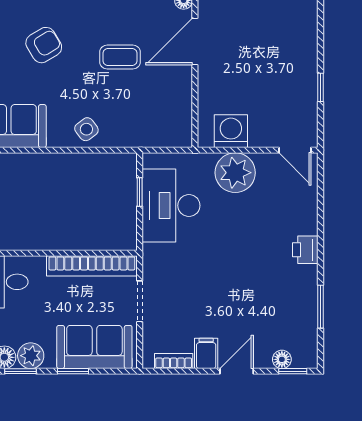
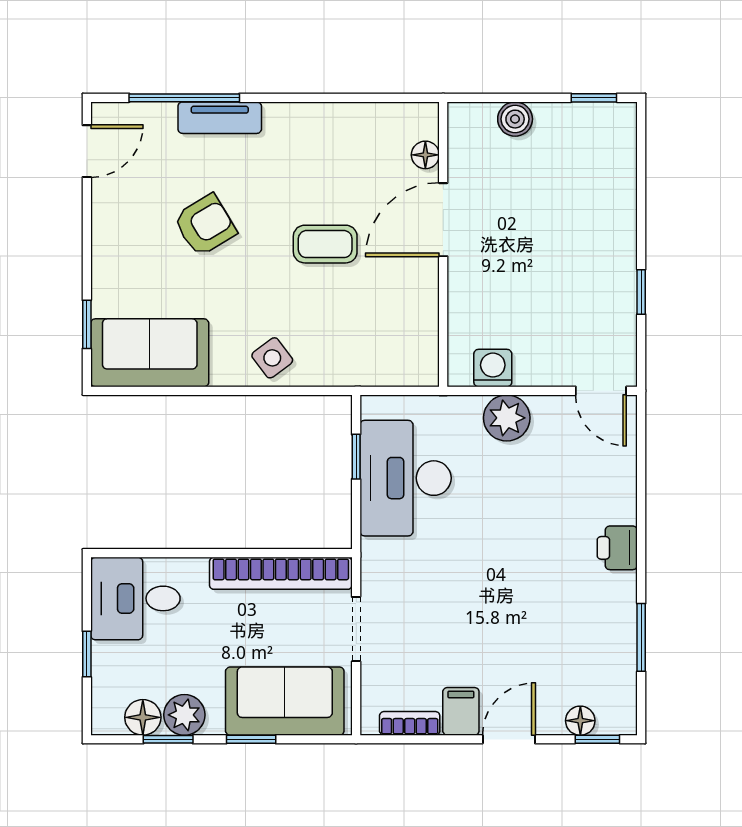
washing machine: (231, 131) -> (493, 368), width x0.73, depth x0.73
plant: (235, 173) -> (507, 418), width x0.73, depth x0.73

